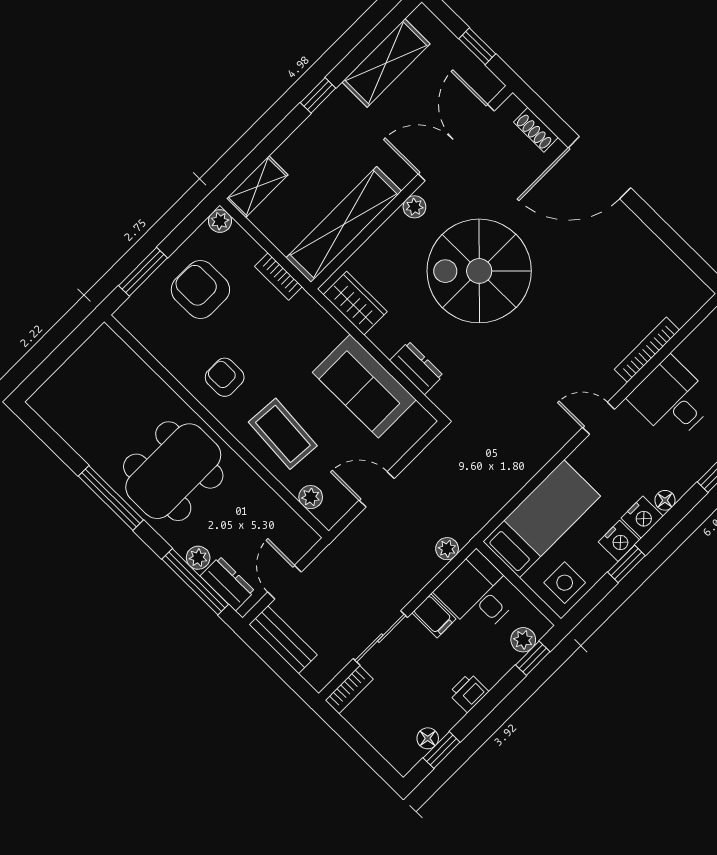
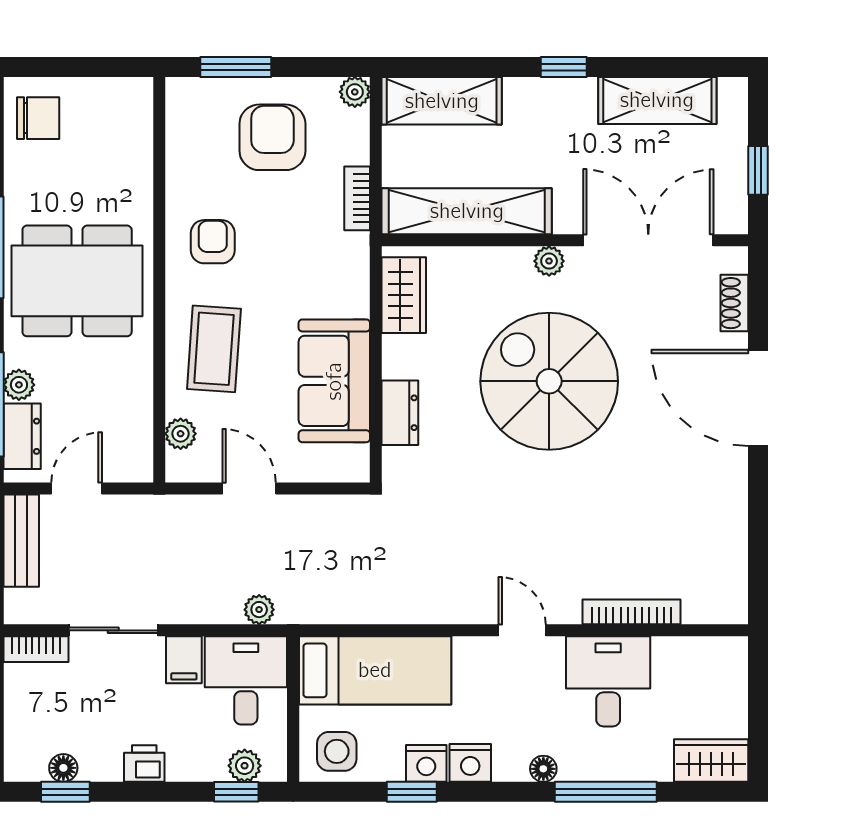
shelving: (257, 187) -> (442, 101), width x1.50, depth x1.33
chair: (65, 405) -> (38, 118), added
floor lamp: (665, 500) -> (543, 769), moved

